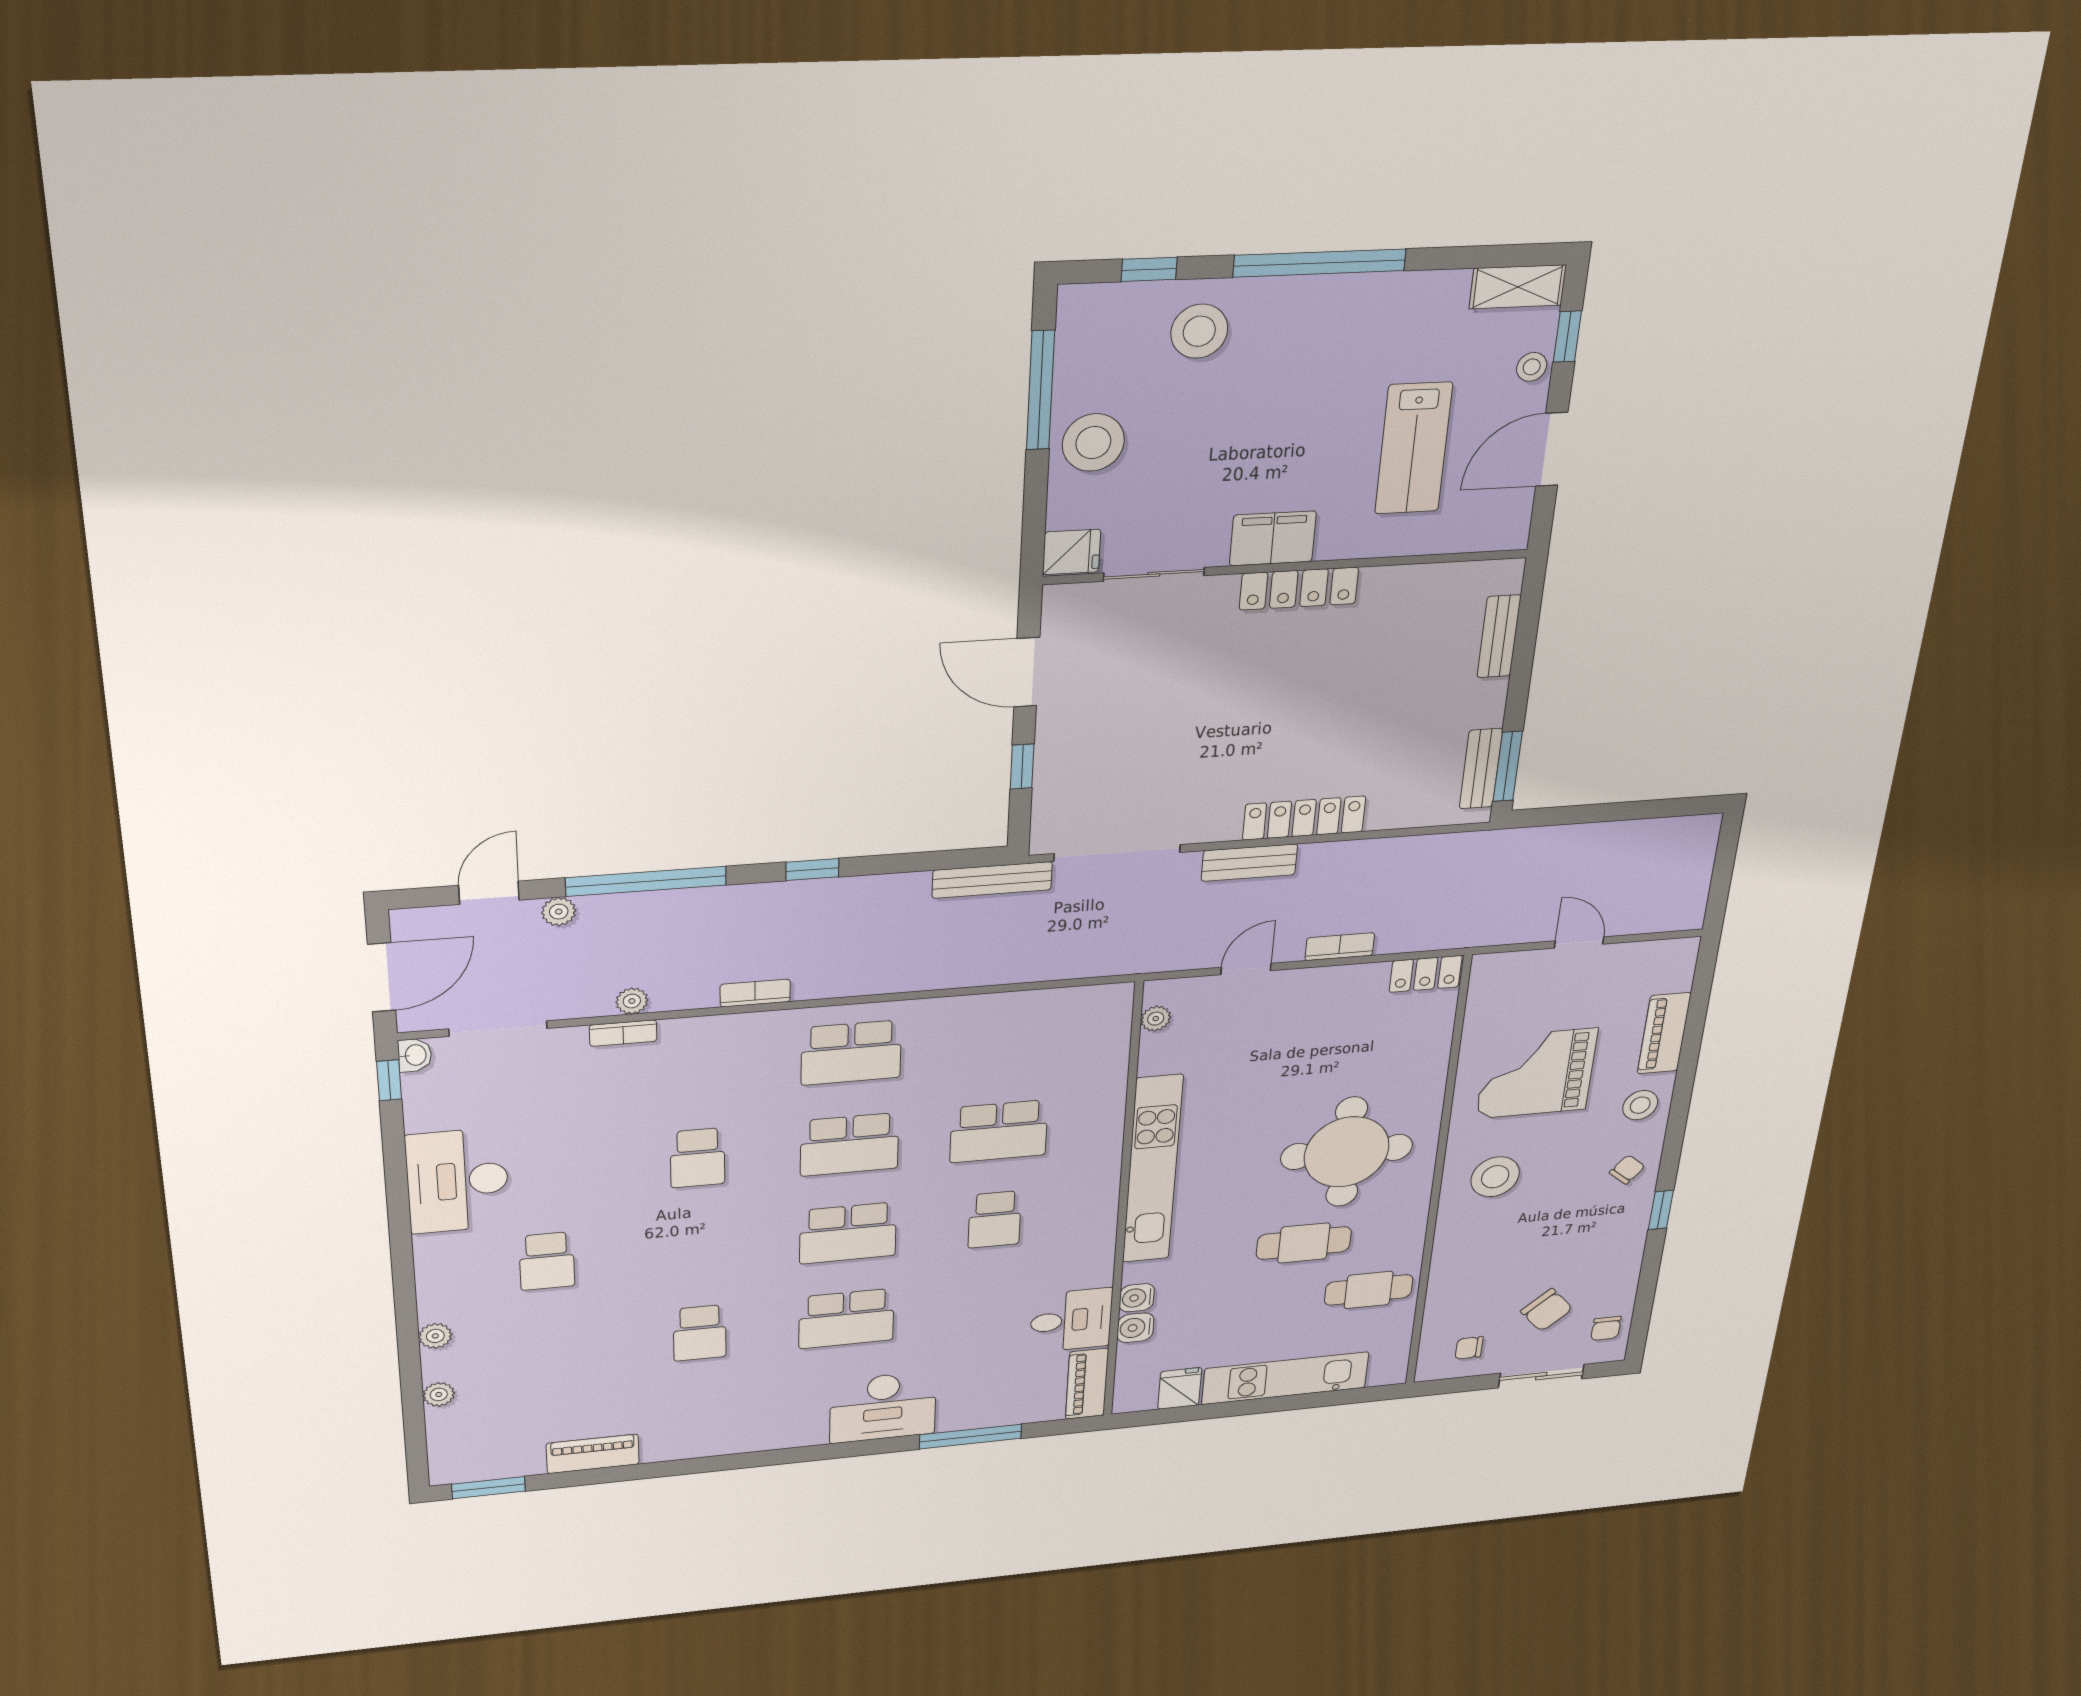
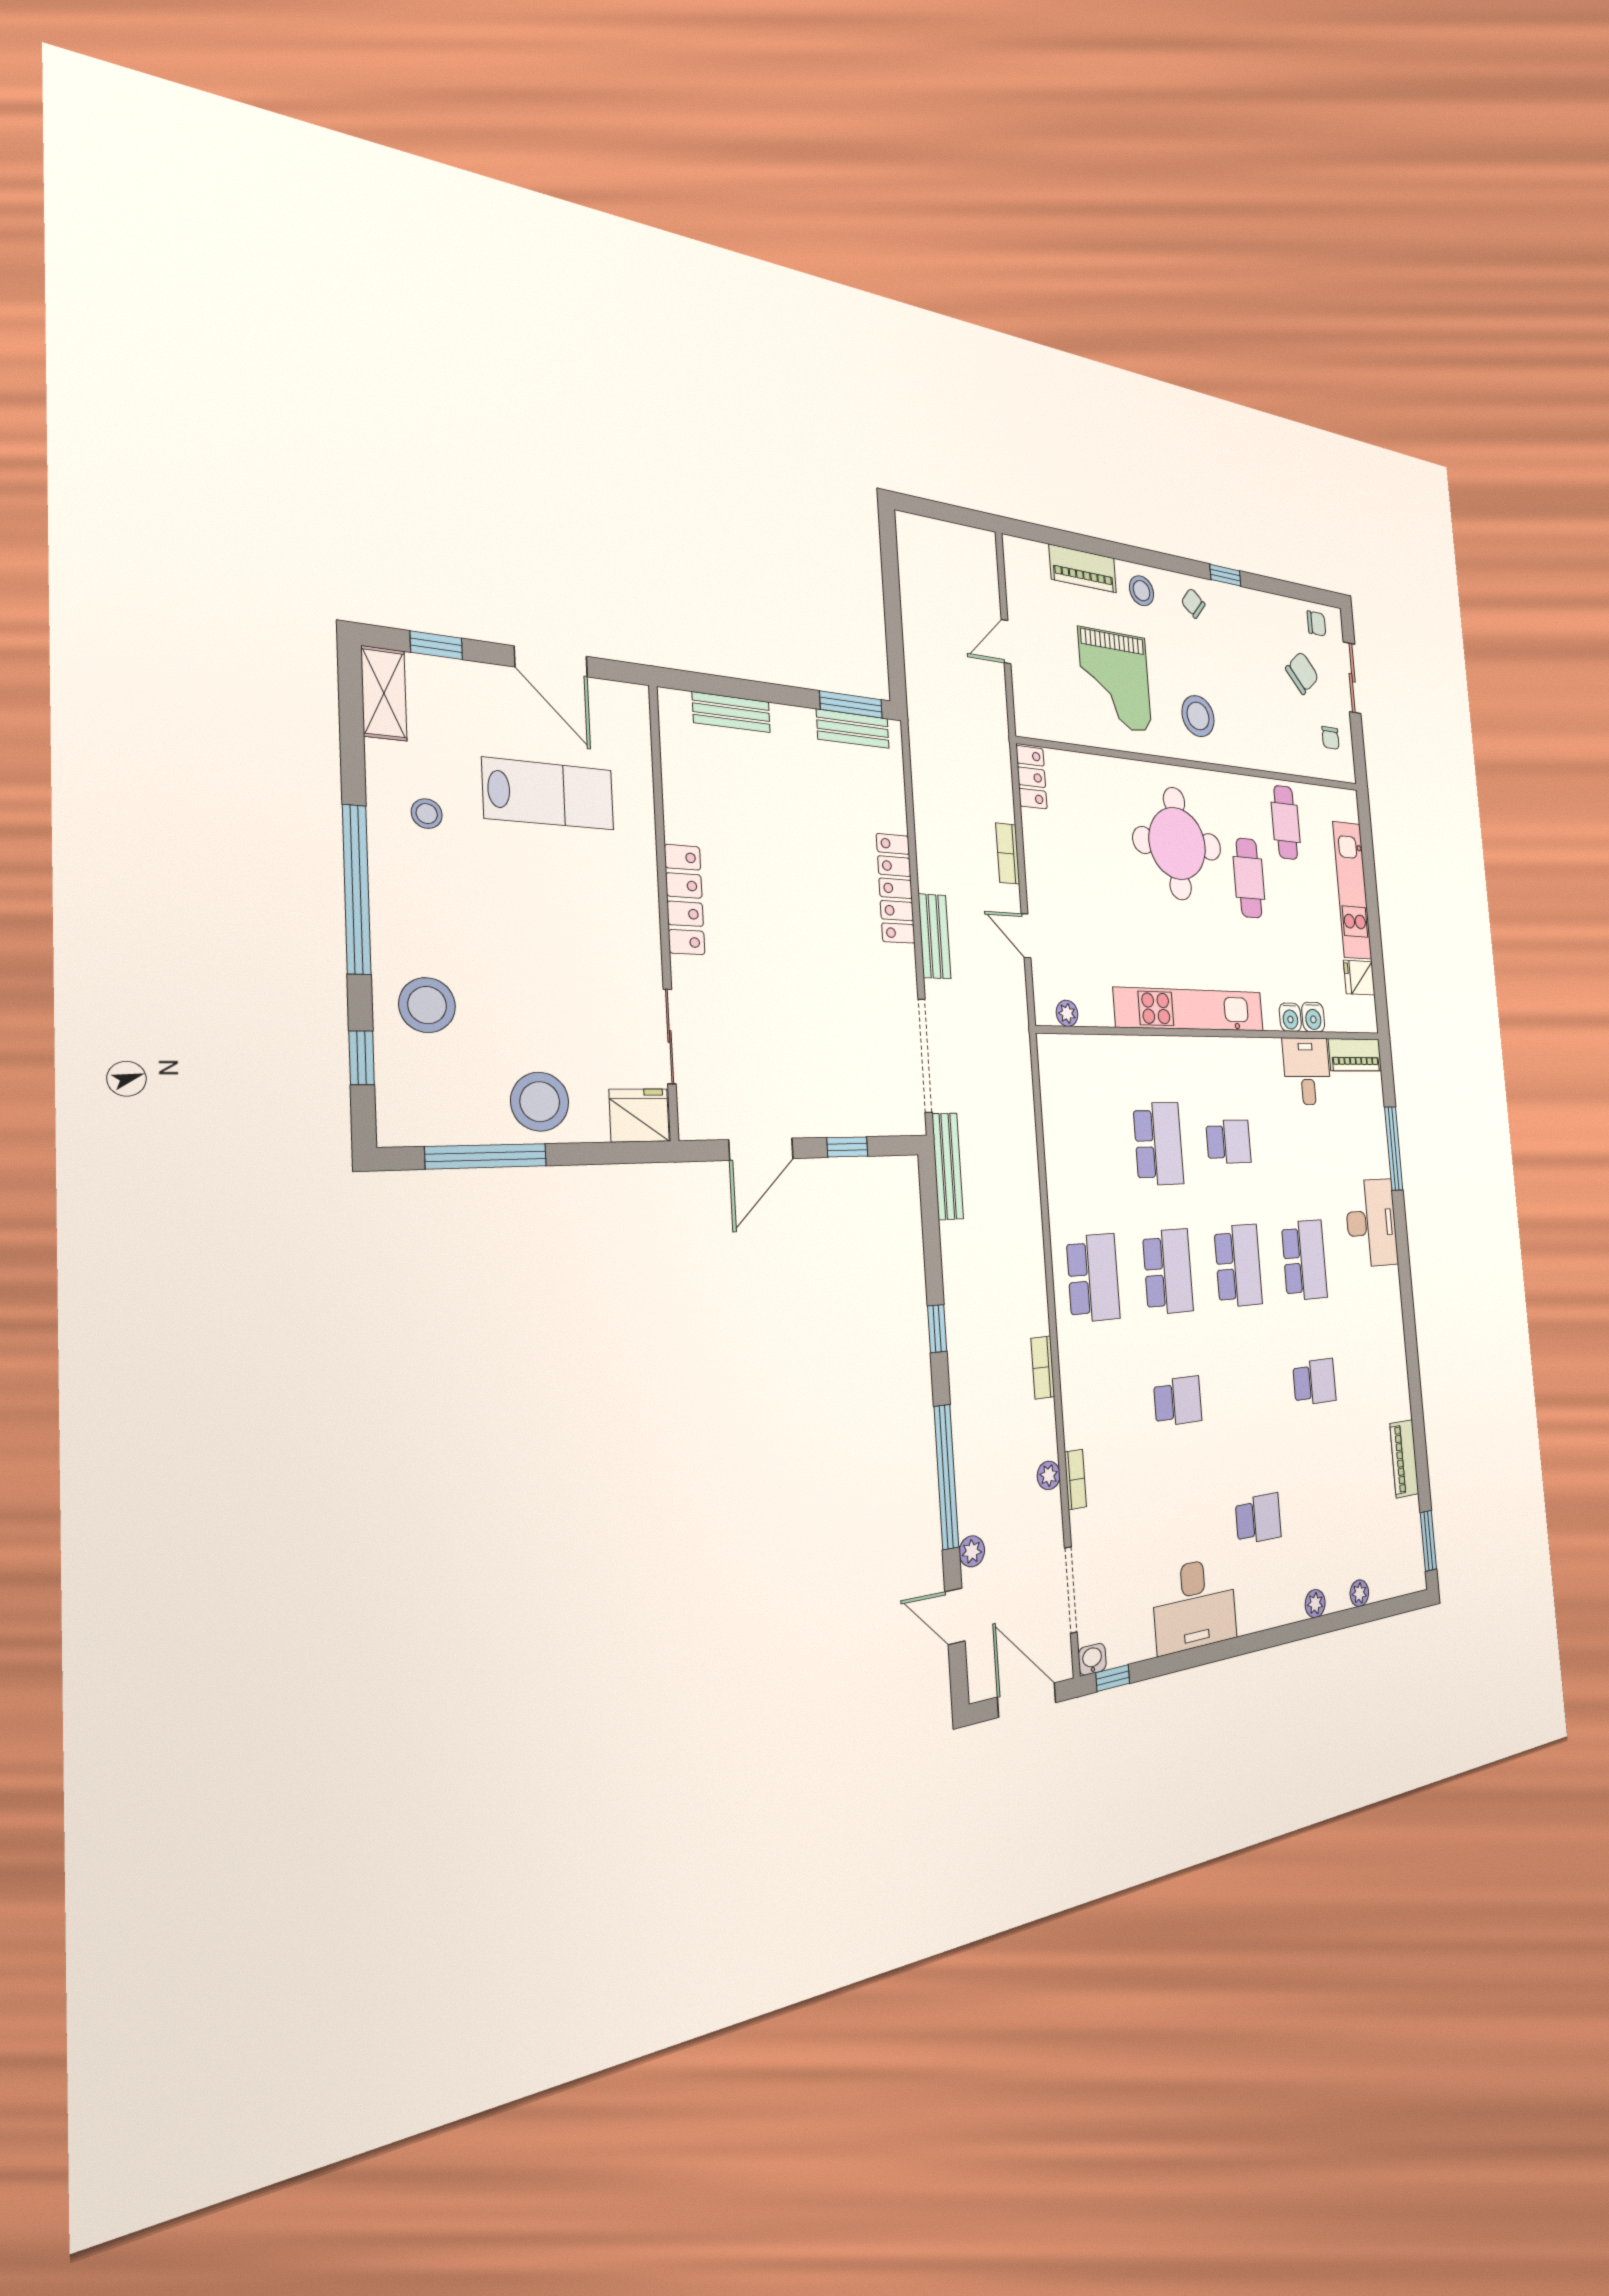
stool: (1532, 367) -> (427, 814), moved
filing cabinet: (1273, 538) -> (636, 926), removed
fridge: (1072, 552) -> (639, 1115), width x1.38

